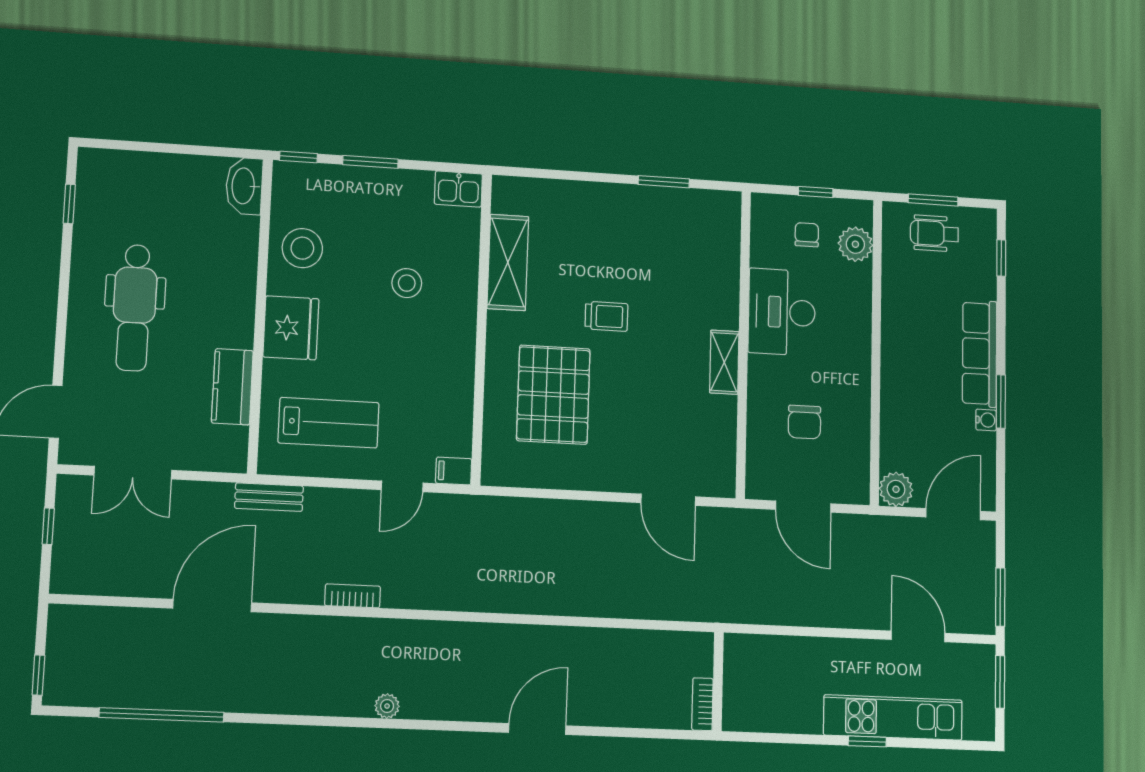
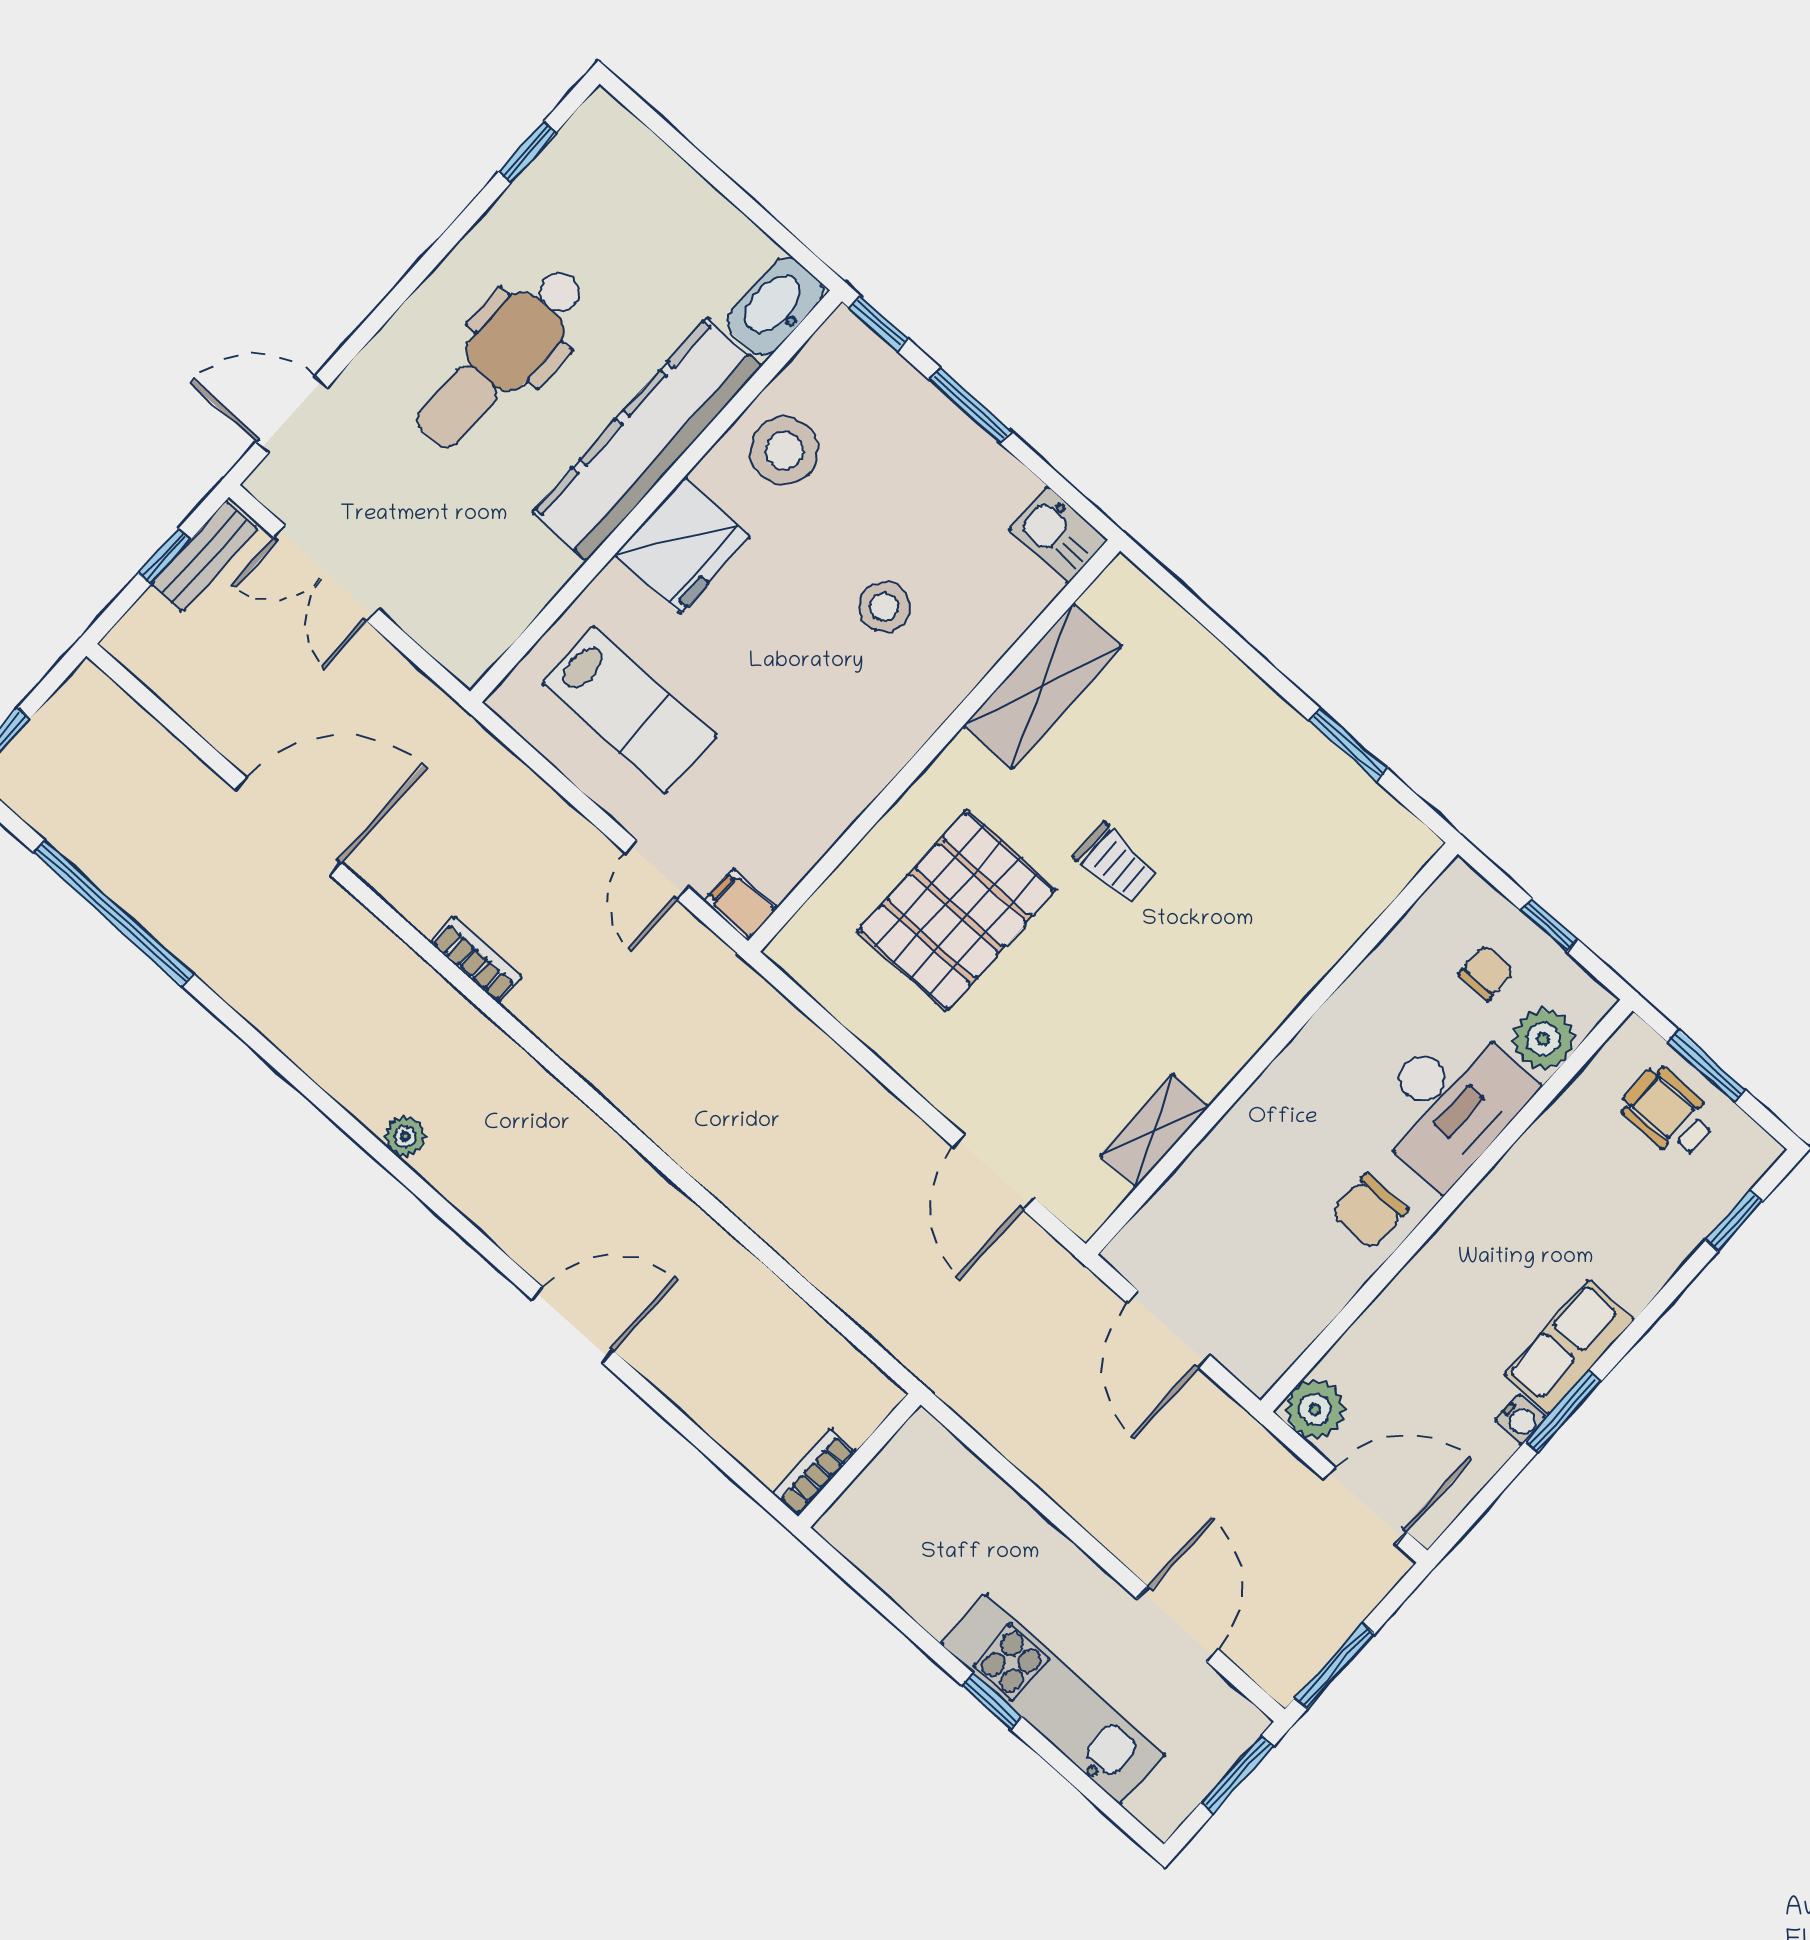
desk: (782, 312) -> (1449, 1103), moved, turned 180
row of seats: (980, 354) -> (1569, 1347), width x0.68
shelving: (724, 362) -> (1154, 1131), moved
kitchen counter: (232, 387) -> (647, 439), moved, width x2.08, depth x1.17
chair: (804, 422) -> (1370, 1211), moved
door: (402, 486) -> (657, 870), hinge flipped
bench: (269, 497) -> (204, 556), moved, turned 90

